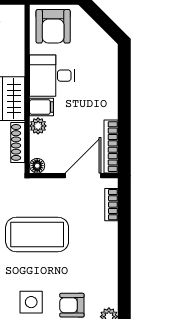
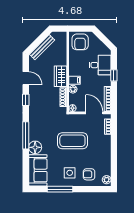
desk: (52, 76) -> (100, 65), moved, turned 180
window: (124, 97) -> (114, 75), added
door: (83, 176) -> (94, 113), hinge flipped

